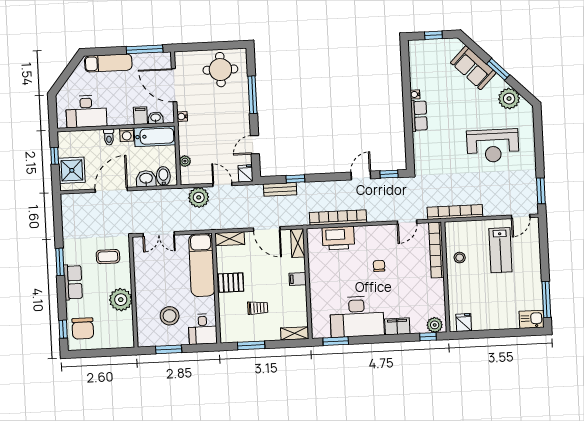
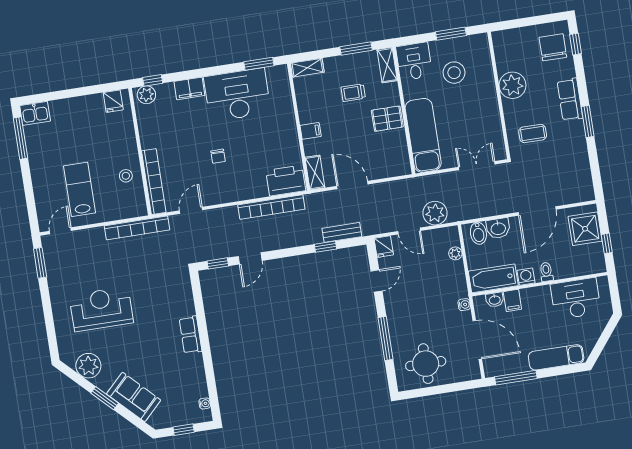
water cooler: (415, 94) -> (205, 403), moved
printer: (338, 238) -> (286, 181), moved
shelving: (230, 239) -> (387, 65), moved, turned 90

